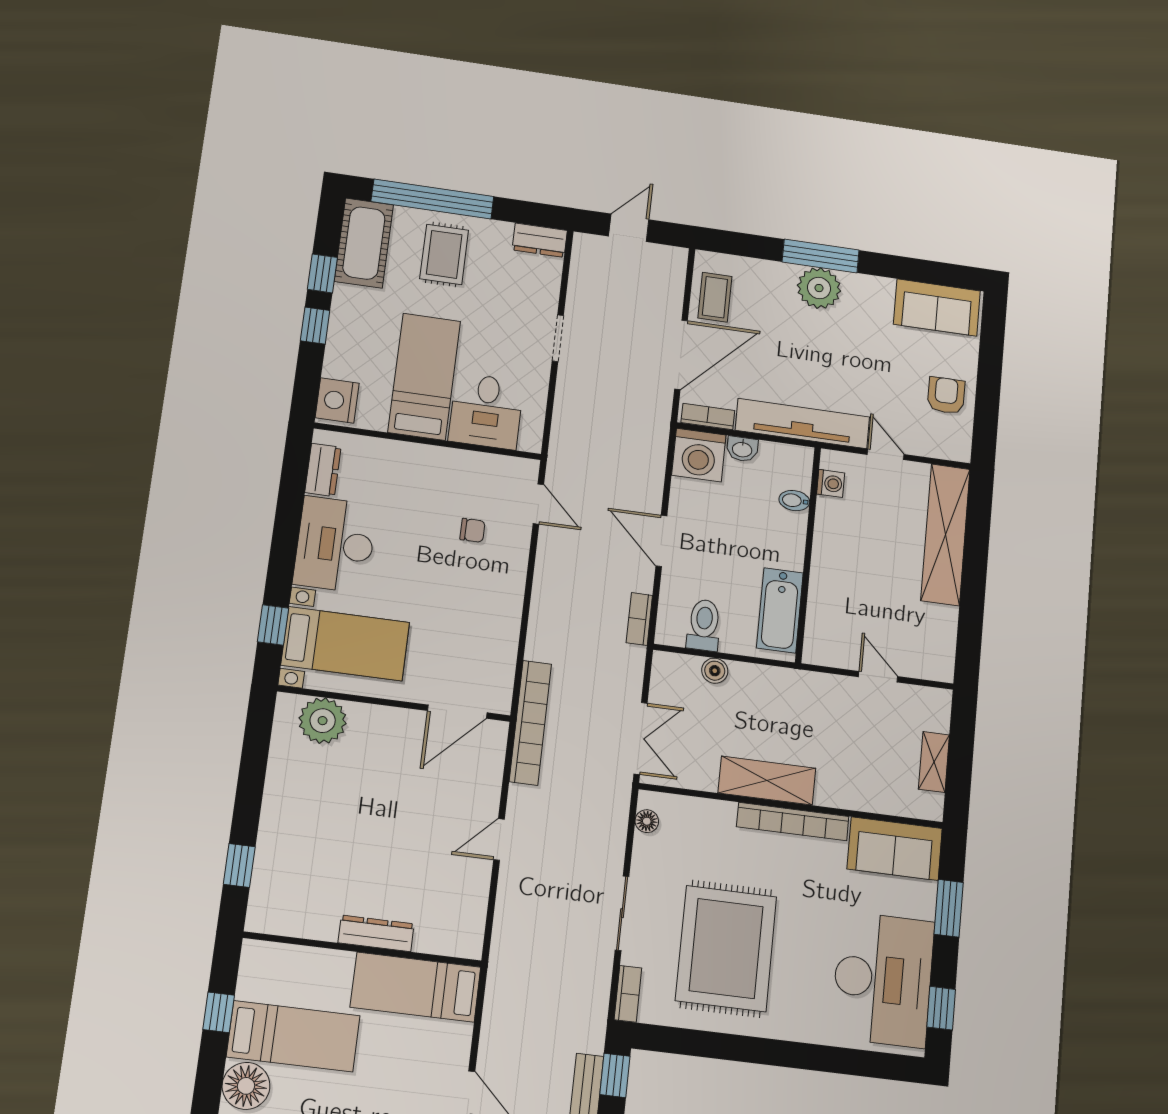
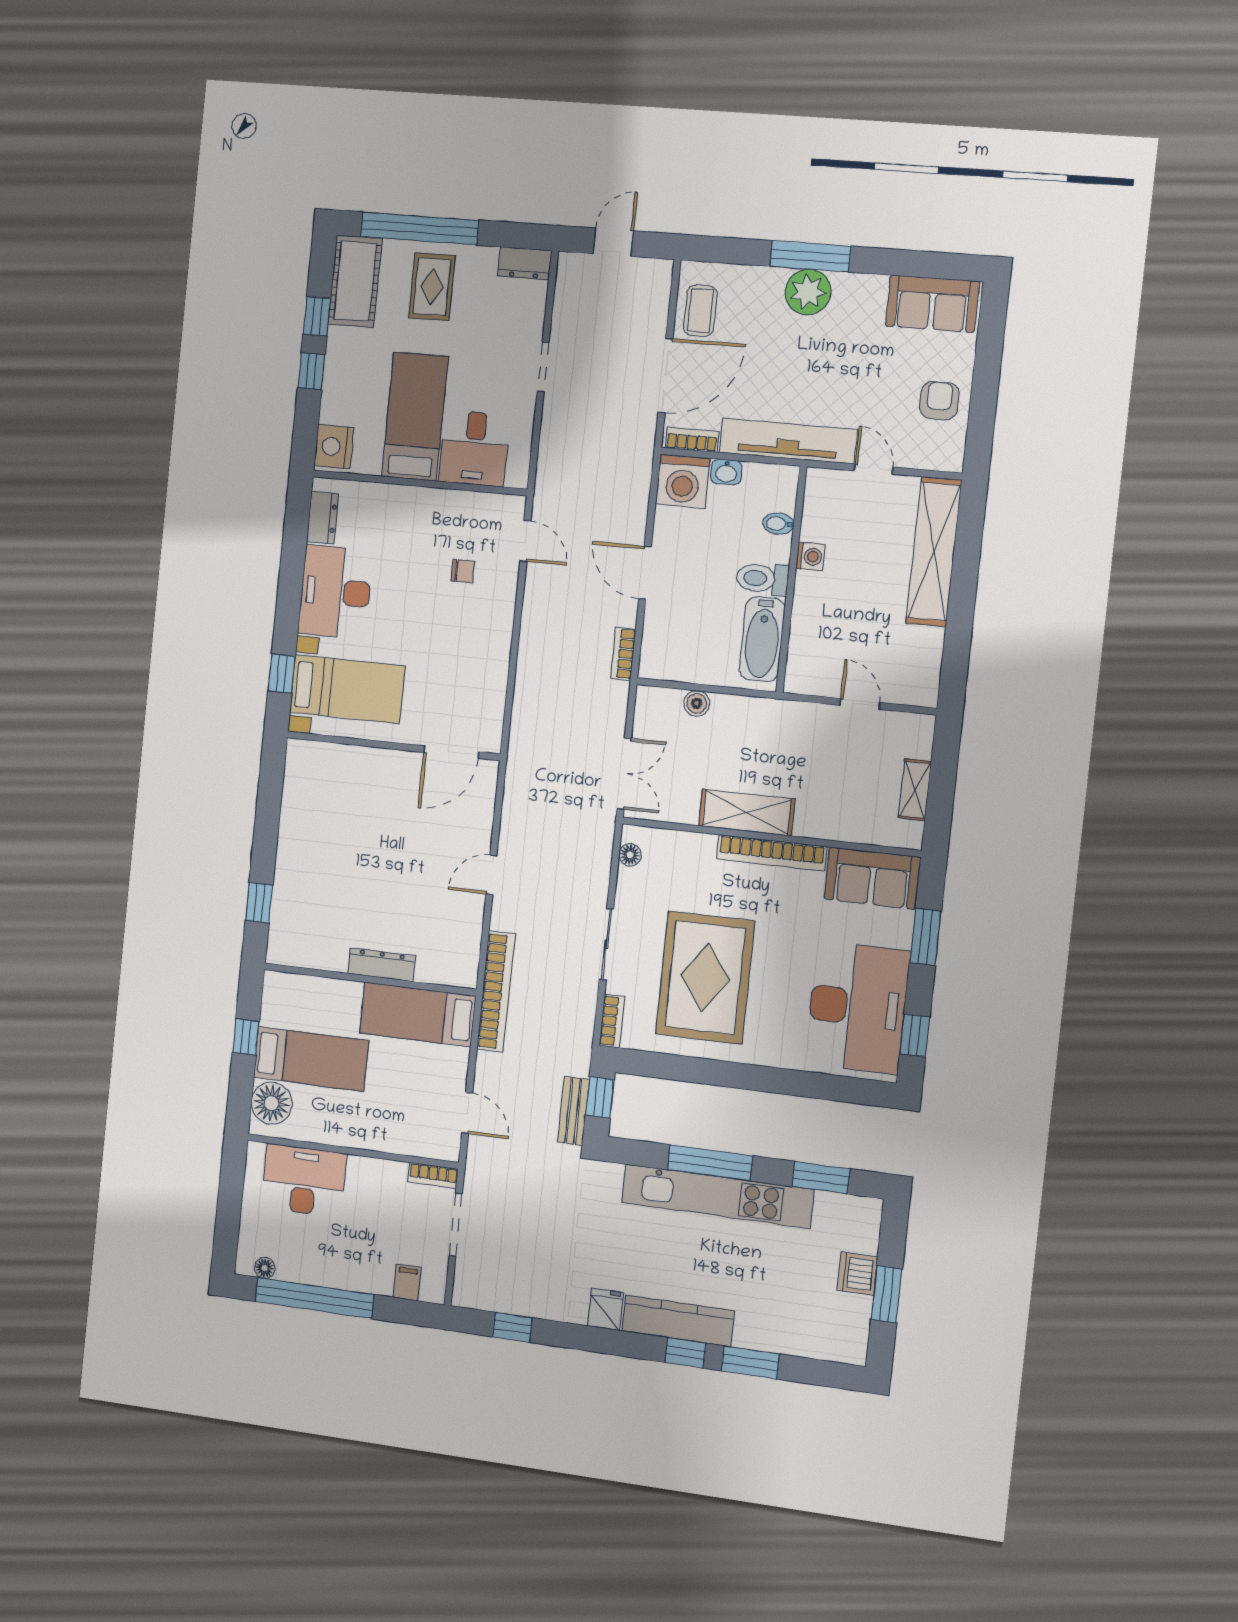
washing machine: (831, 483) -> (810, 556), moved
toilet: (704, 625) -> (762, 579), moved, turned -90
plant: (323, 721) -> (329, 764), removed
bookcase: (530, 723) -> (496, 991), moved

